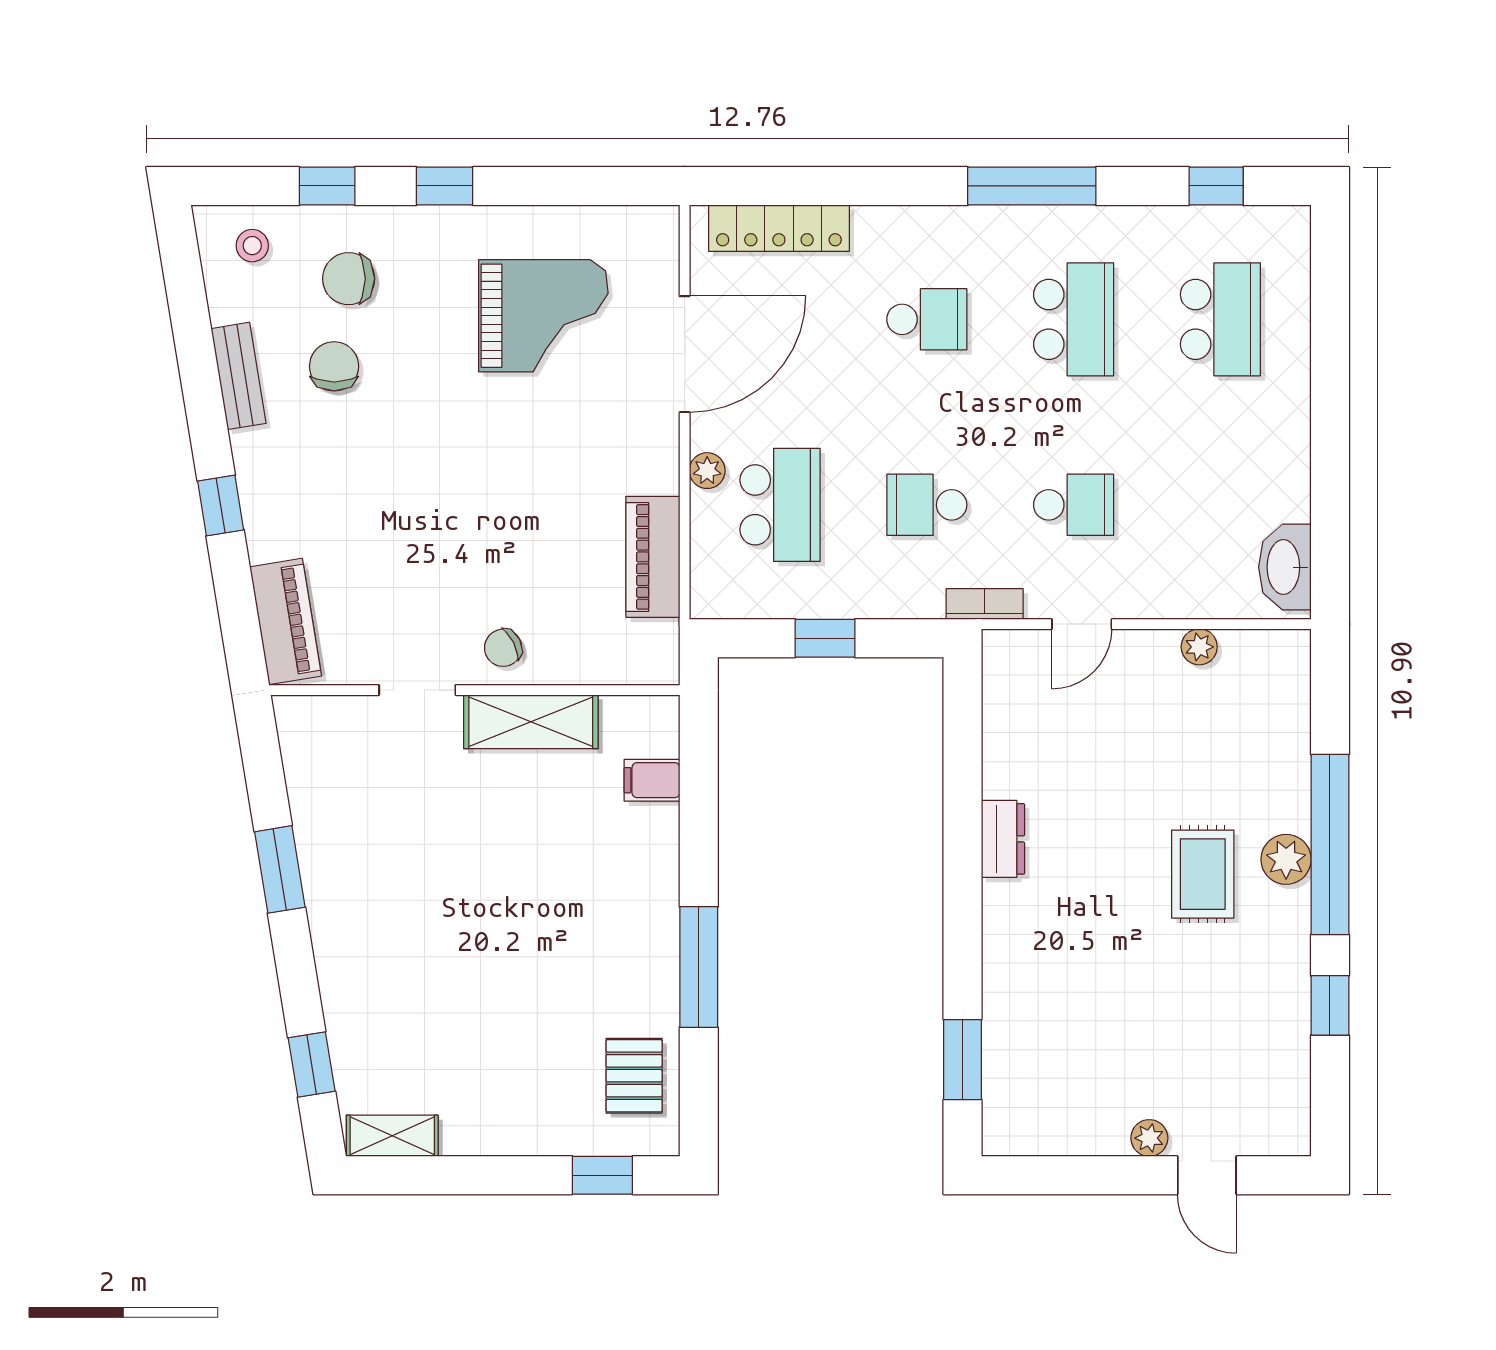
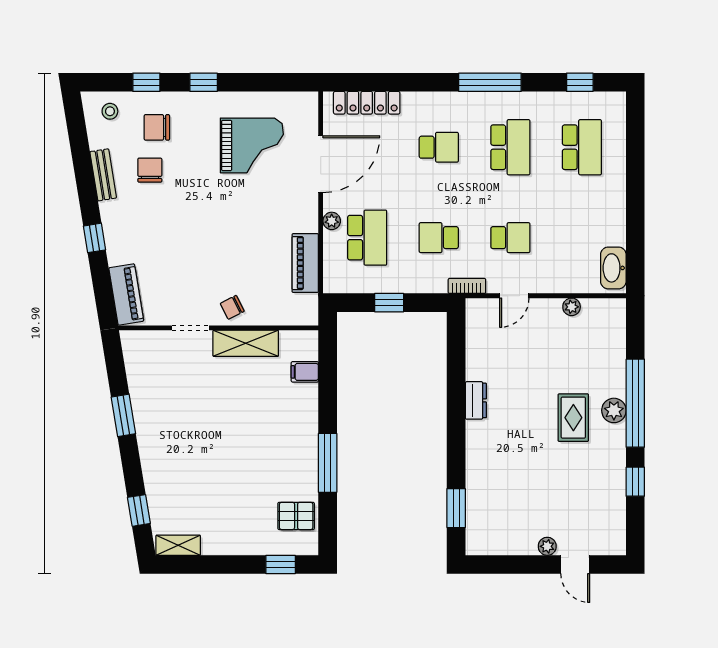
pallet: (634, 1076) -> (296, 516), turned 90

